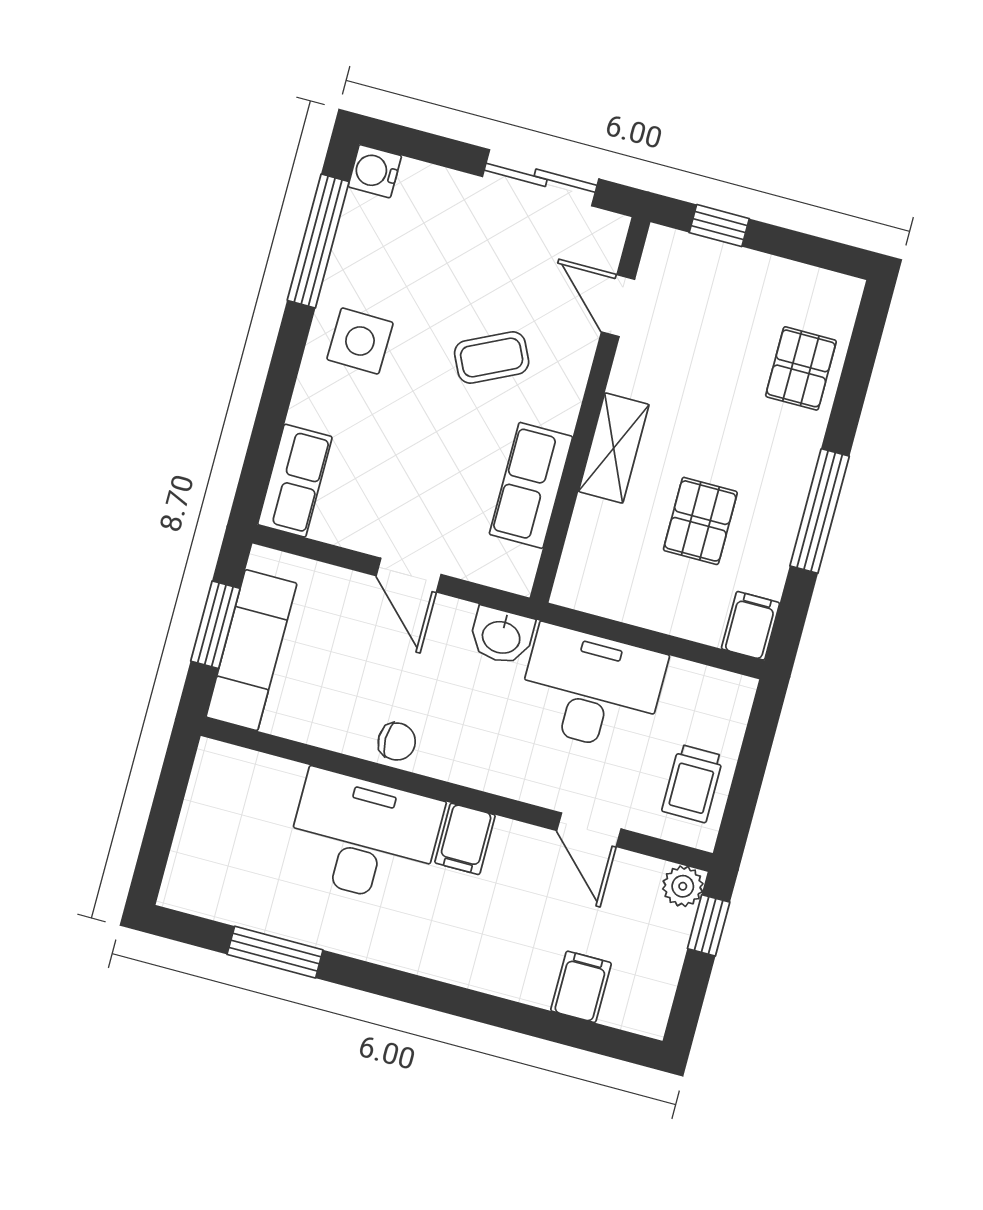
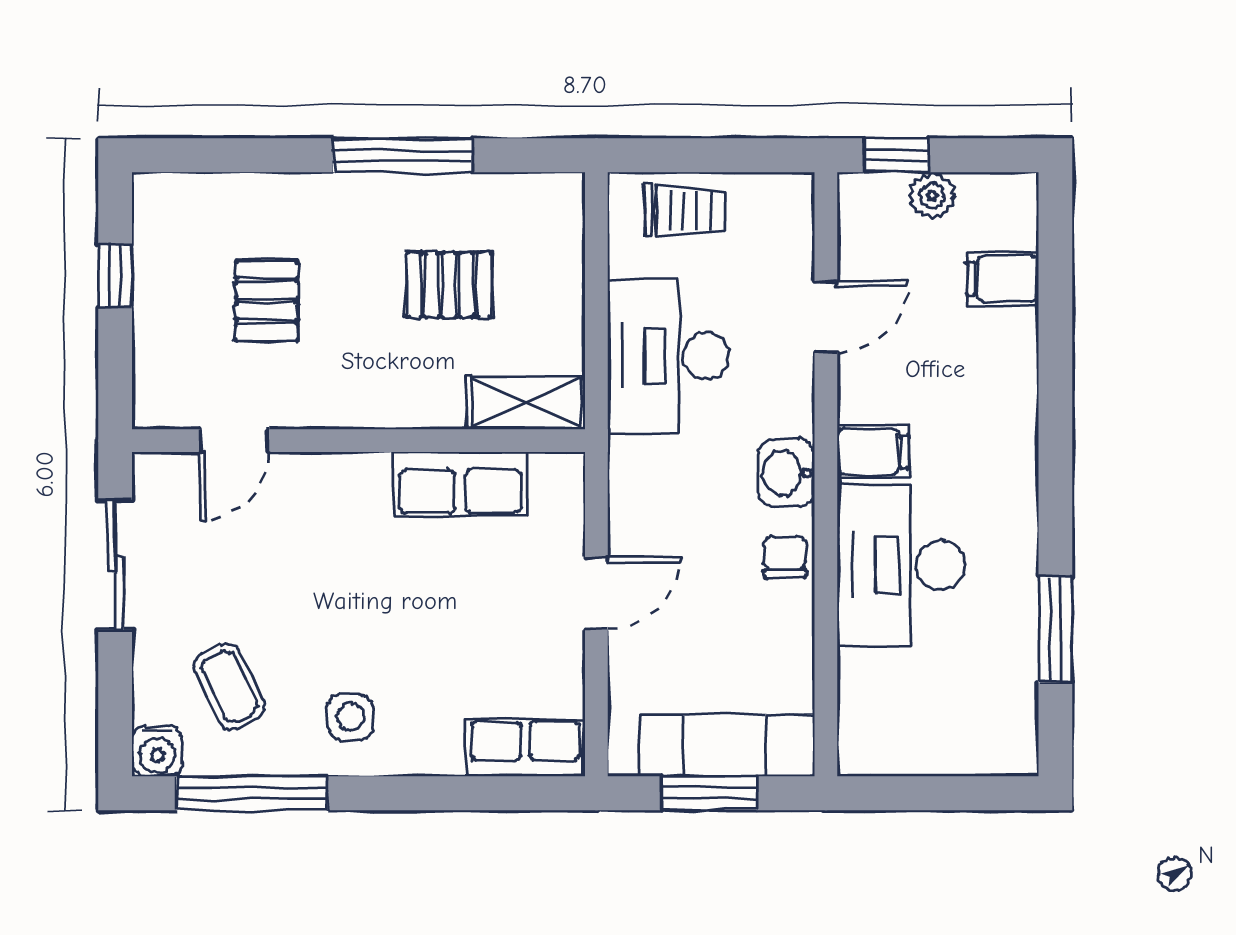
window: (719, 226) -> (115, 276), moved
side table: (360, 341) -> (350, 717), width x0.73, depth x0.73
coffee table: (492, 357) -> (229, 687), moved
pallet: (801, 368) -> (267, 301), moved, turned 90
shelving: (614, 448) -> (526, 403), moved
filing cabinet: (751, 626) -> (551, 198), removed
washbasin: (501, 636) -> (786, 473), moved, turned 180
trolley: (693, 784) -> (685, 210), moved
plant: (683, 886) -> (932, 196), moved

